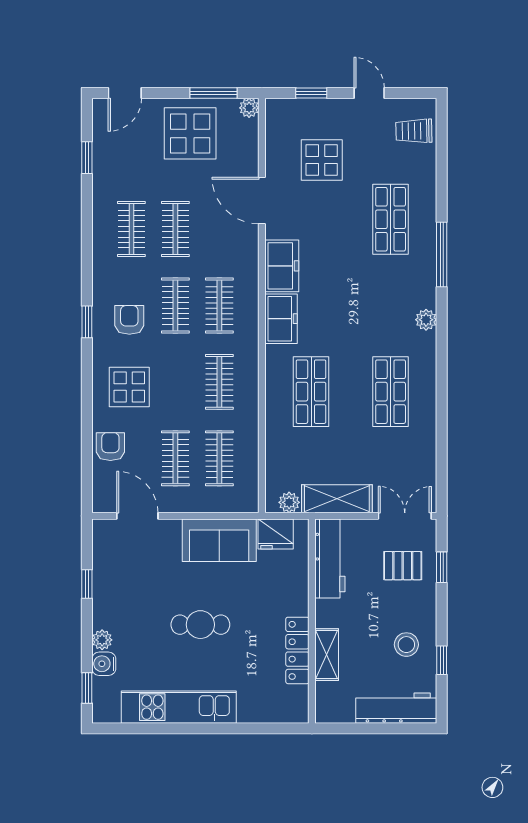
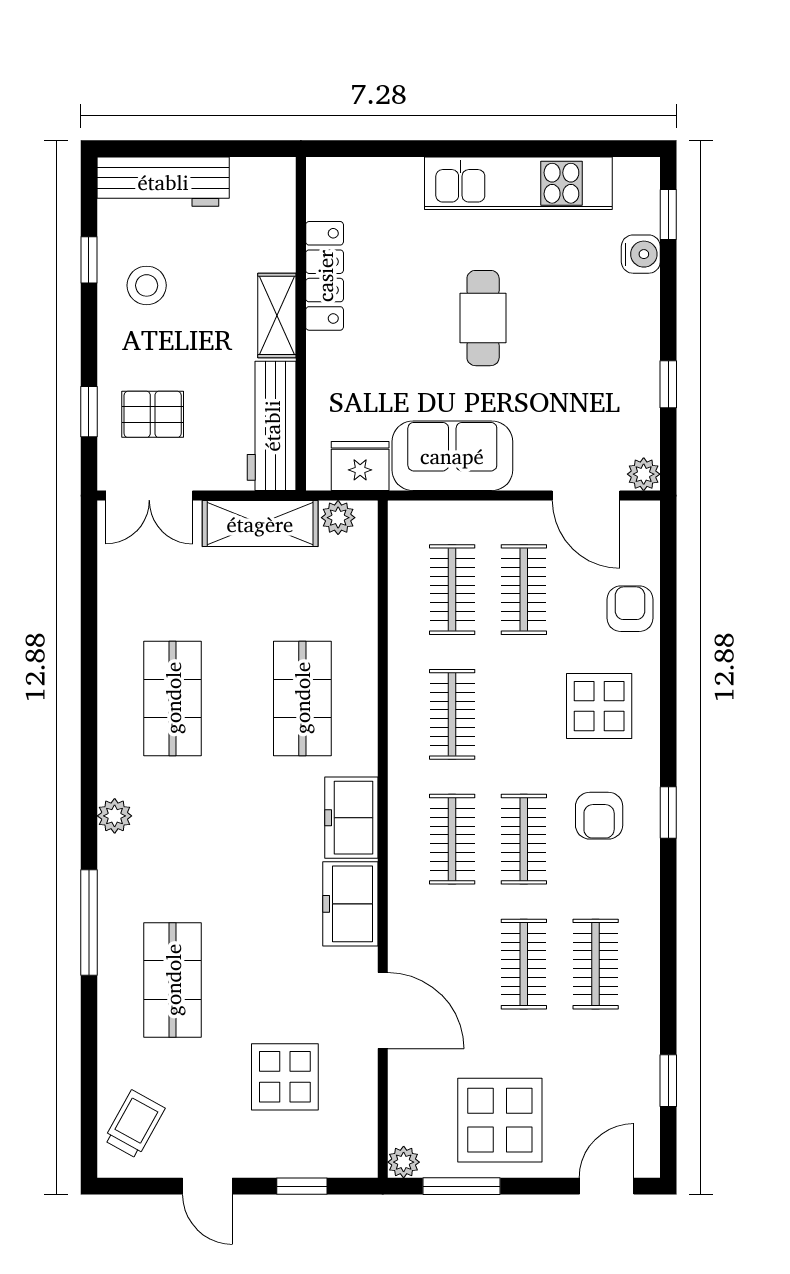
trolley: (414, 131) -> (134, 1124), turned -60
armchair: (110, 447) -> (630, 609), turned 180
cafe table: (200, 625) -> (483, 318), turned 90
plant: (102, 640) -> (644, 474), moved
shelving: (327, 655) -> (277, 315), moved

